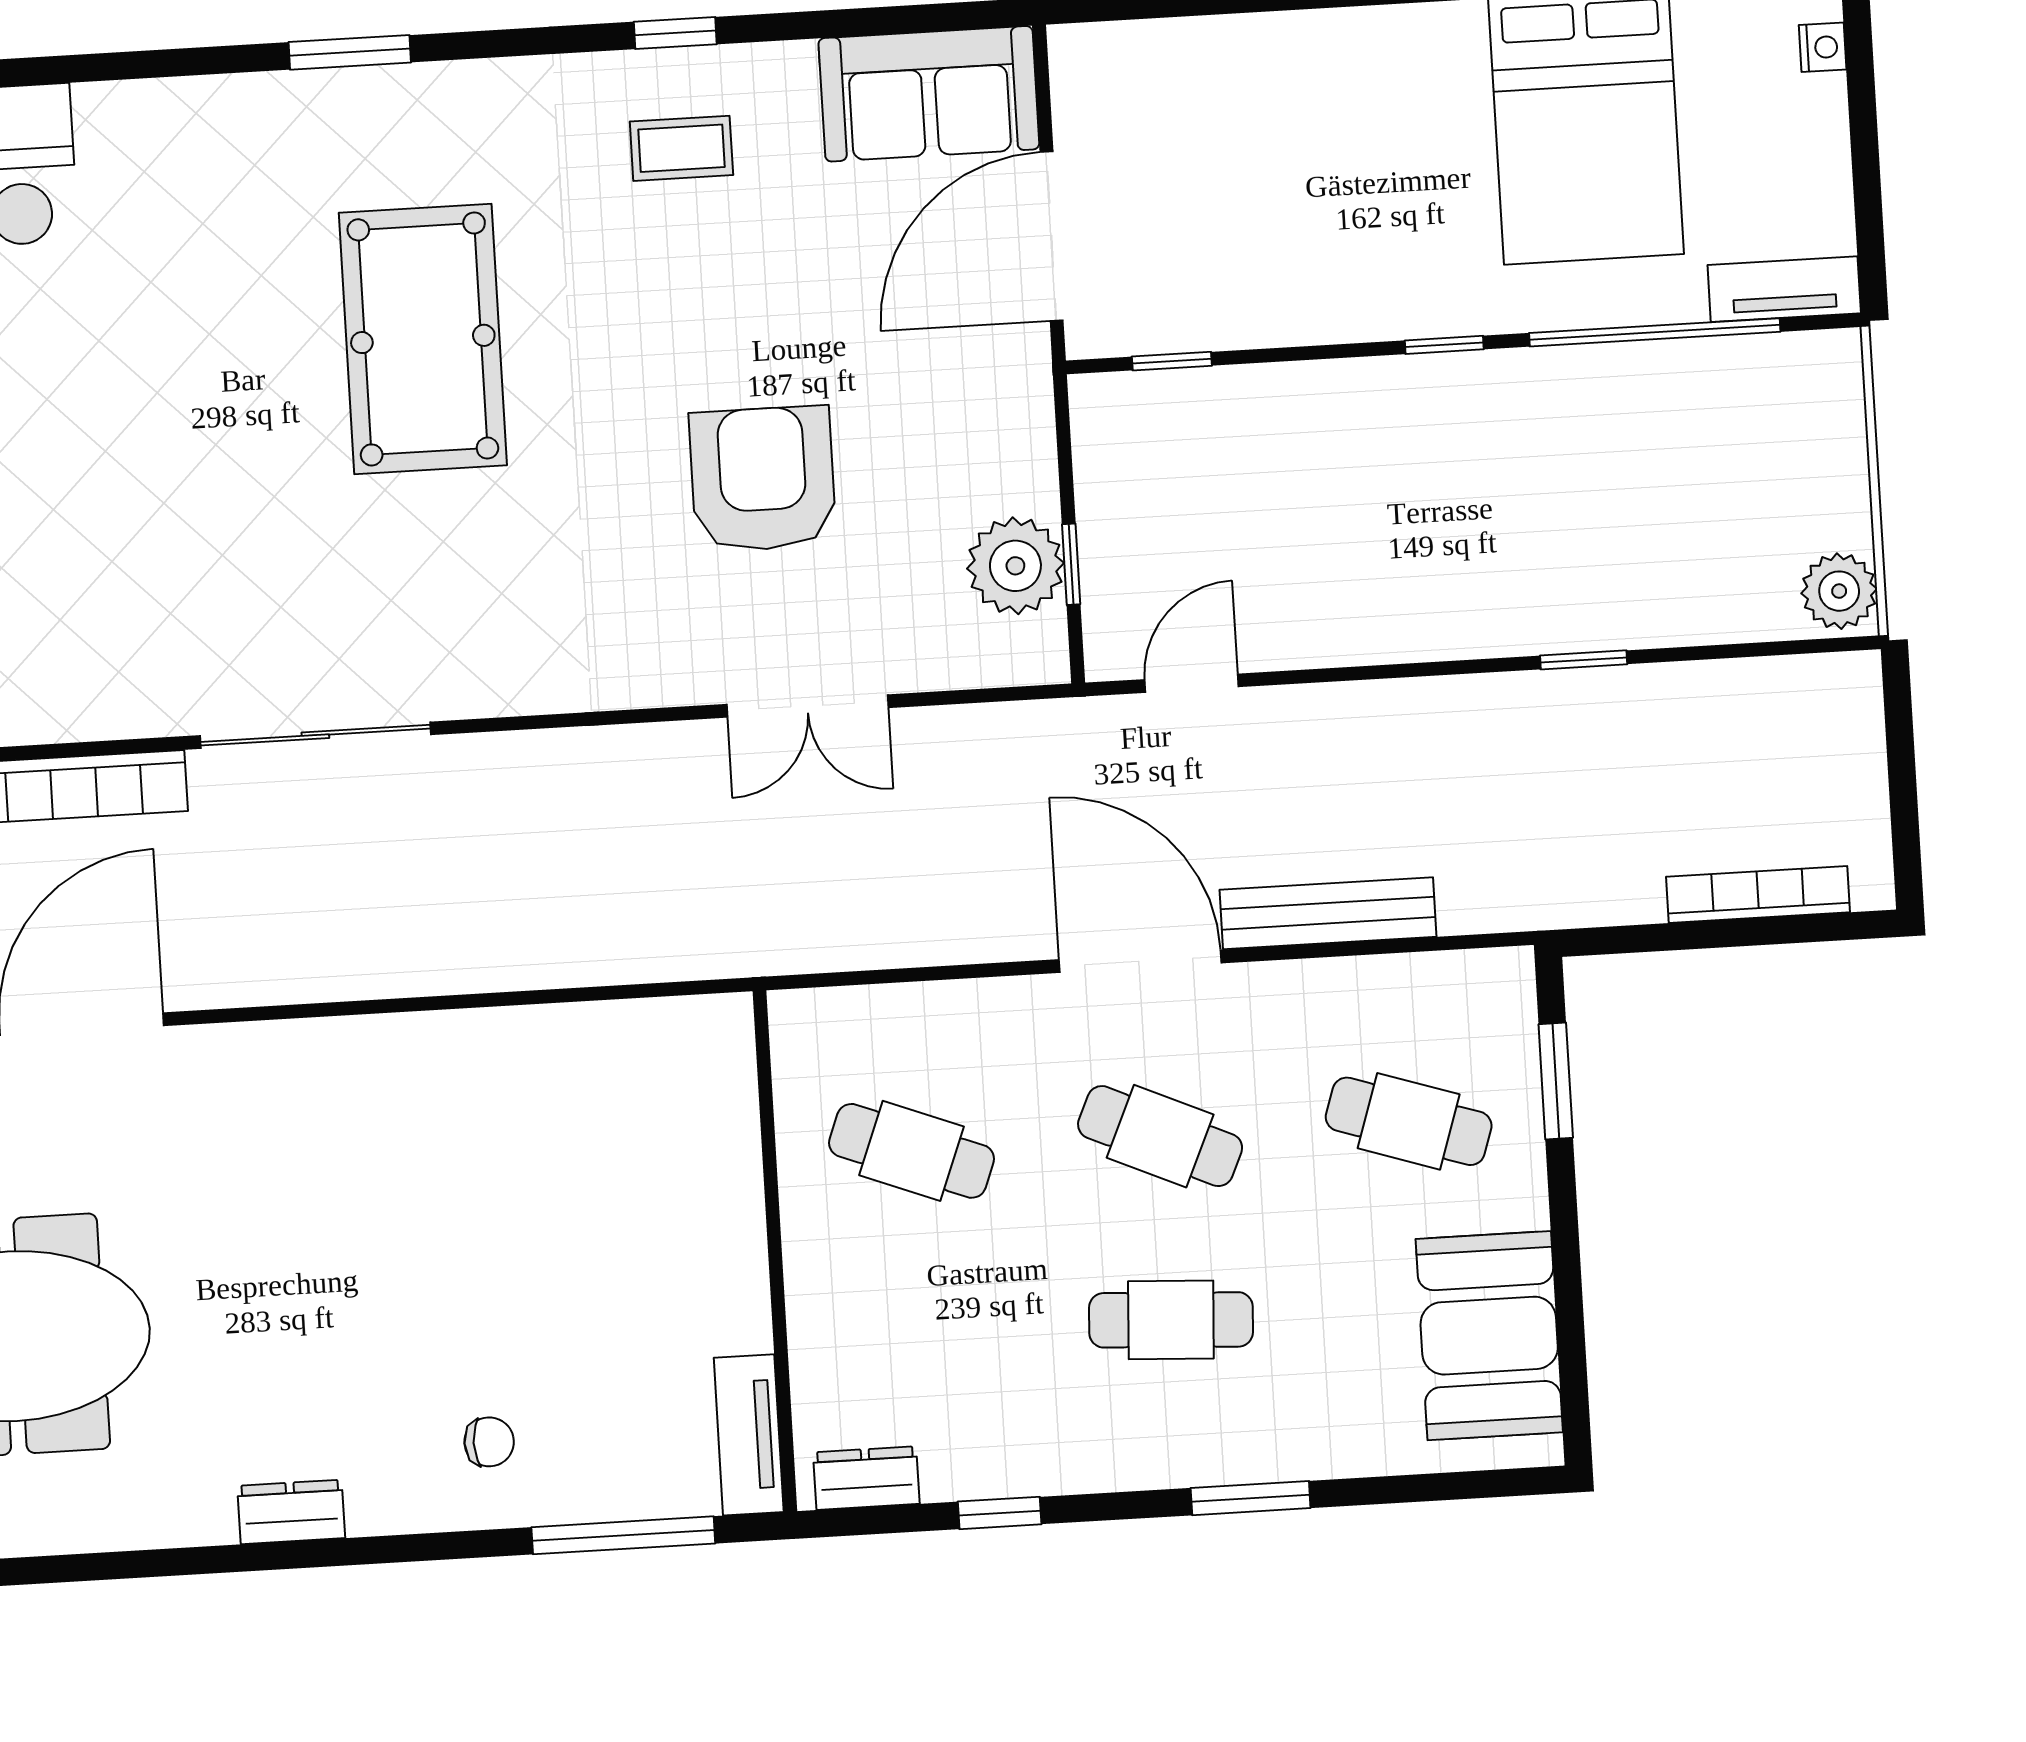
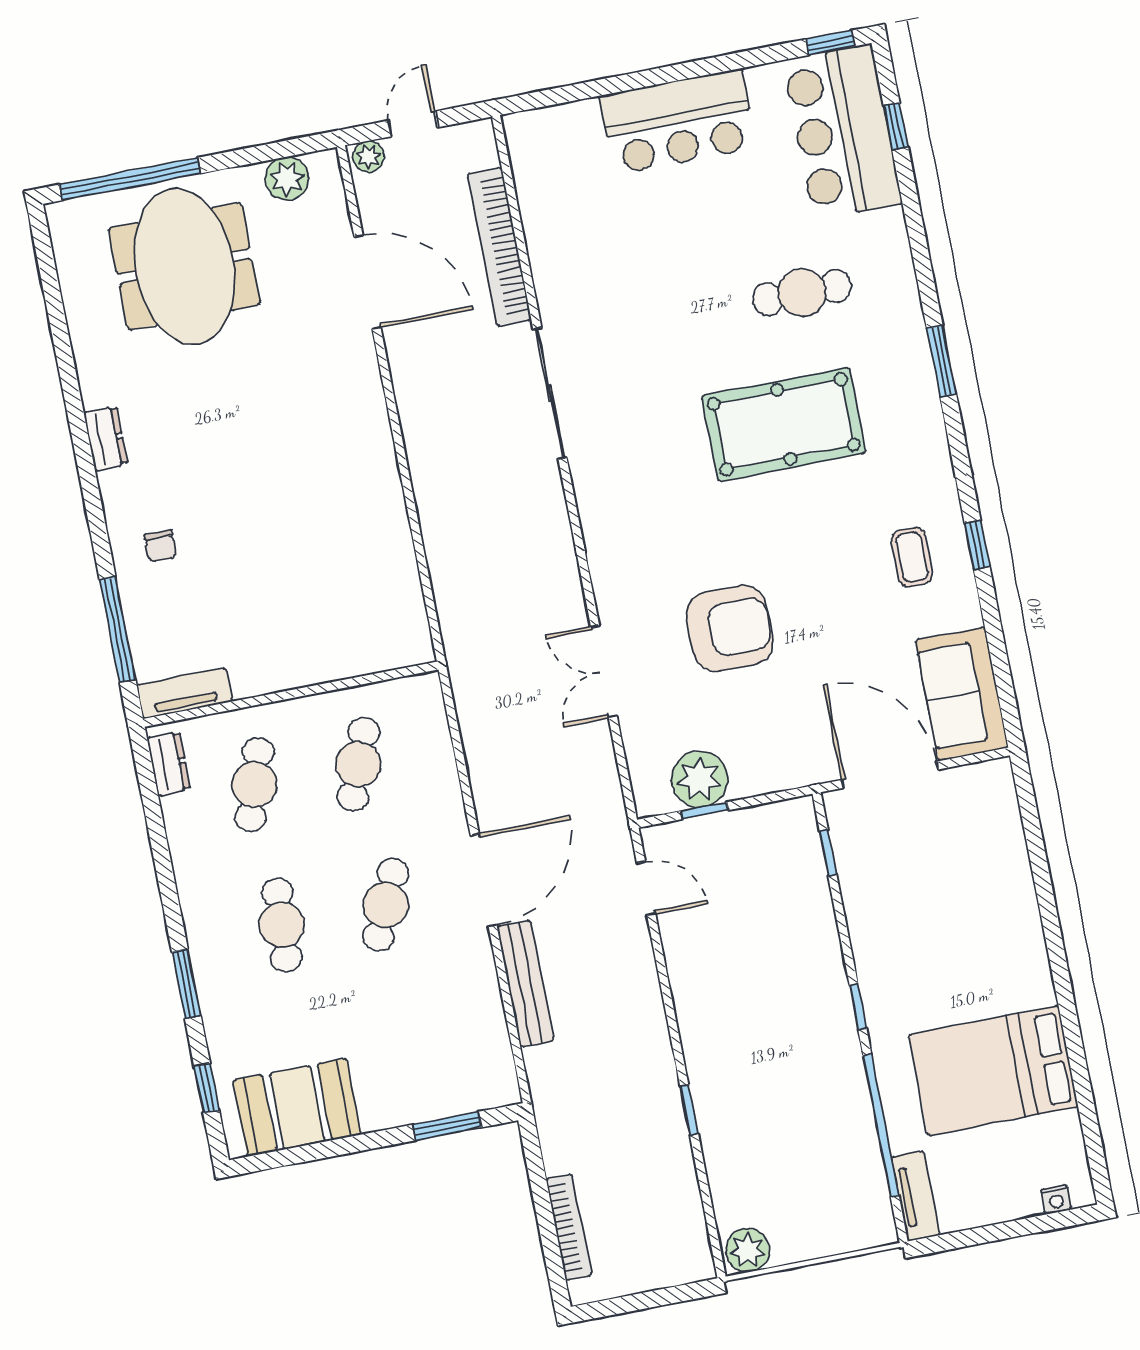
cafe table: (200, 277) -> (802, 293), added
cafe table: (1409, 1121) -> (255, 785), moved
window: (1000, 1513) -> (207, 1088), moved

